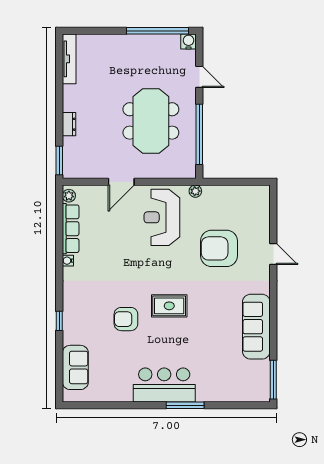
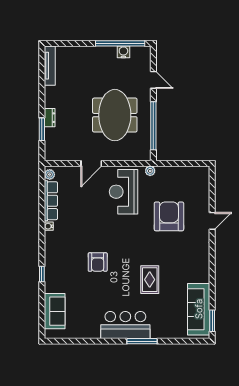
water cooler: (189, 42) -> (123, 52), moved
window: (59, 160) -> (42, 129), moved
armchair: (219, 248) -> (169, 216), turned 90
door: (273, 254) -> (212, 221), hinge flipped
rug: (169, 306) -> (150, 280), moved, turned 90
armchair: (126, 319) -> (98, 262), moved, turned -90
sofa: (256, 327) -> (199, 309), moved
window: (273, 380) -> (212, 321), width x0.69

